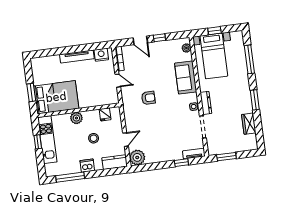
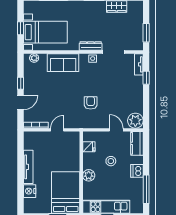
nightstand: (101, 55) -> (30, 191), moved
armchair: (148, 98) -> (91, 103), moved

